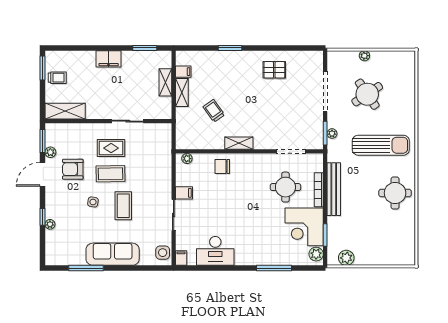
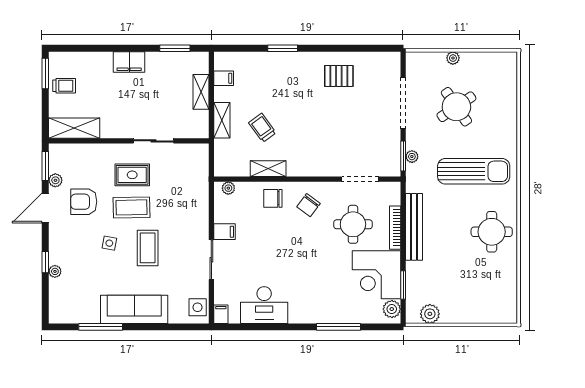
shelving: (182, 93) -> (222, 120), moved
shelving: (239, 143) -> (268, 169), moved
chair: (250, 172) -> (308, 205), added

